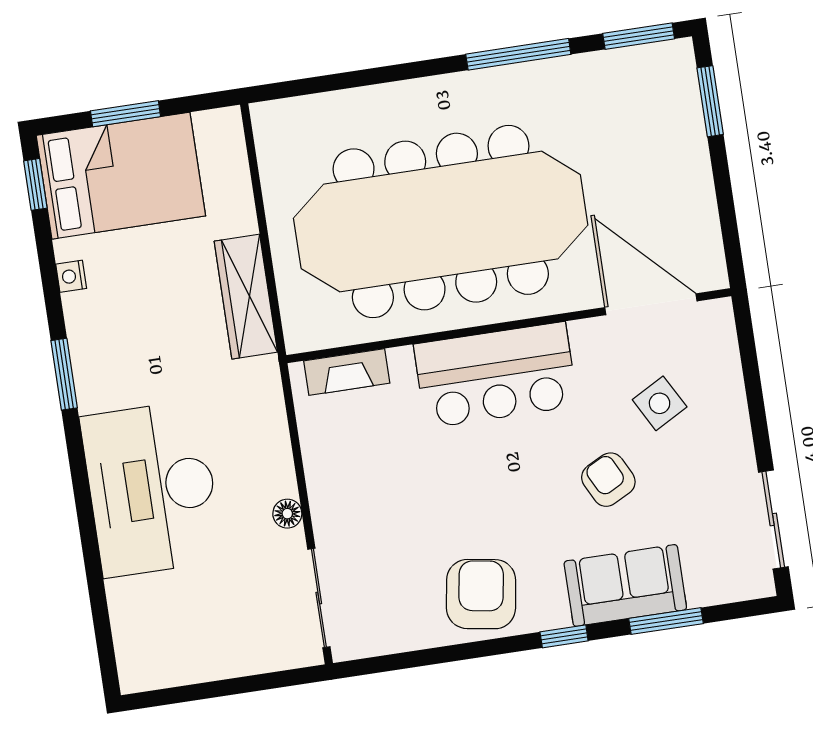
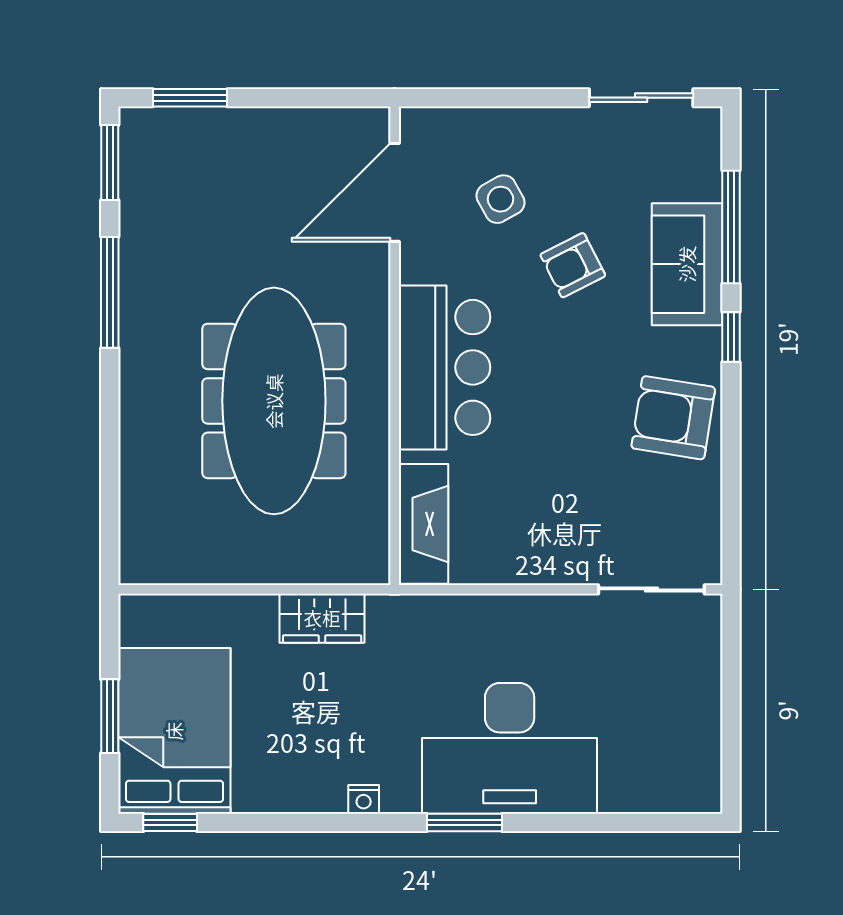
meeting table: (441, 222) -> (274, 401), width x0.73, depth x0.79
nightstand: (71, 276) -> (364, 799), moved
wardrobe: (246, 297) -> (322, 618), width x0.67
fireplace: (347, 372) -> (424, 524), width x1.37, depth x1.32
window: (64, 374) -> (464, 822), moved
floor lamp: (287, 514) -> (557, 609), removed
window: (666, 621) -> (731, 227), width x1.44

